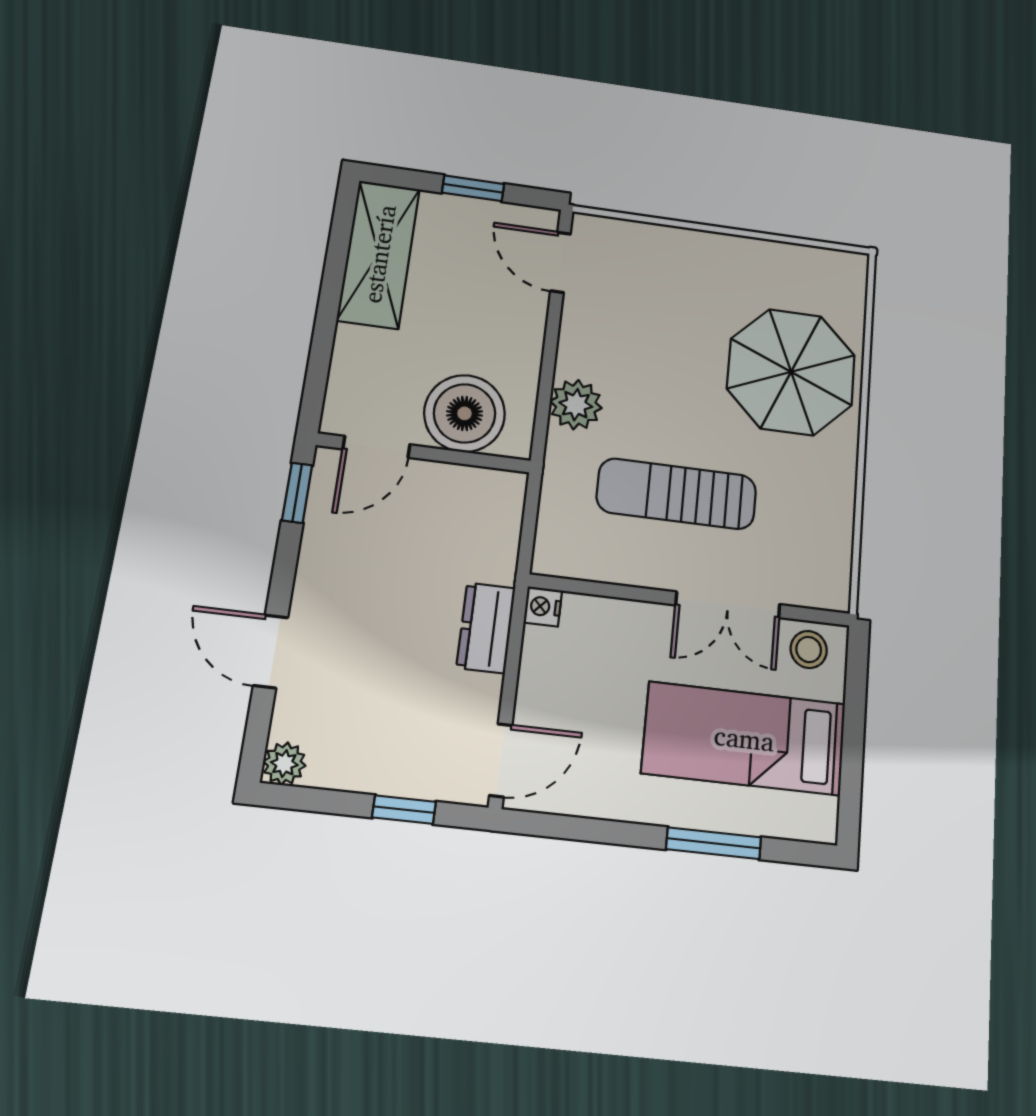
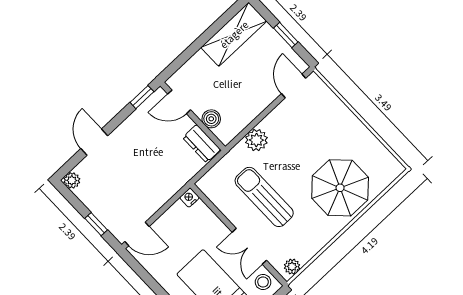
boiler: (465, 413) -> (211, 119), width x0.54, depth x0.54
plant: (833, 577) -> (292, 267), added
dresser: (486, 628) -> (202, 144), moved, turned -90

